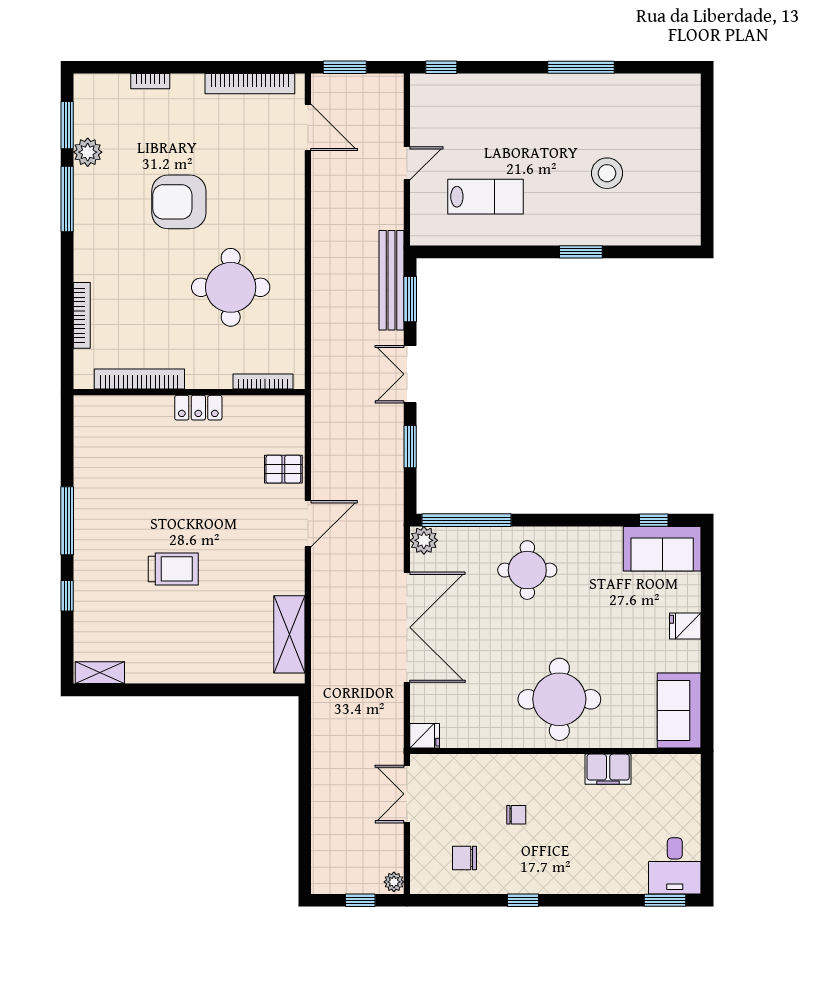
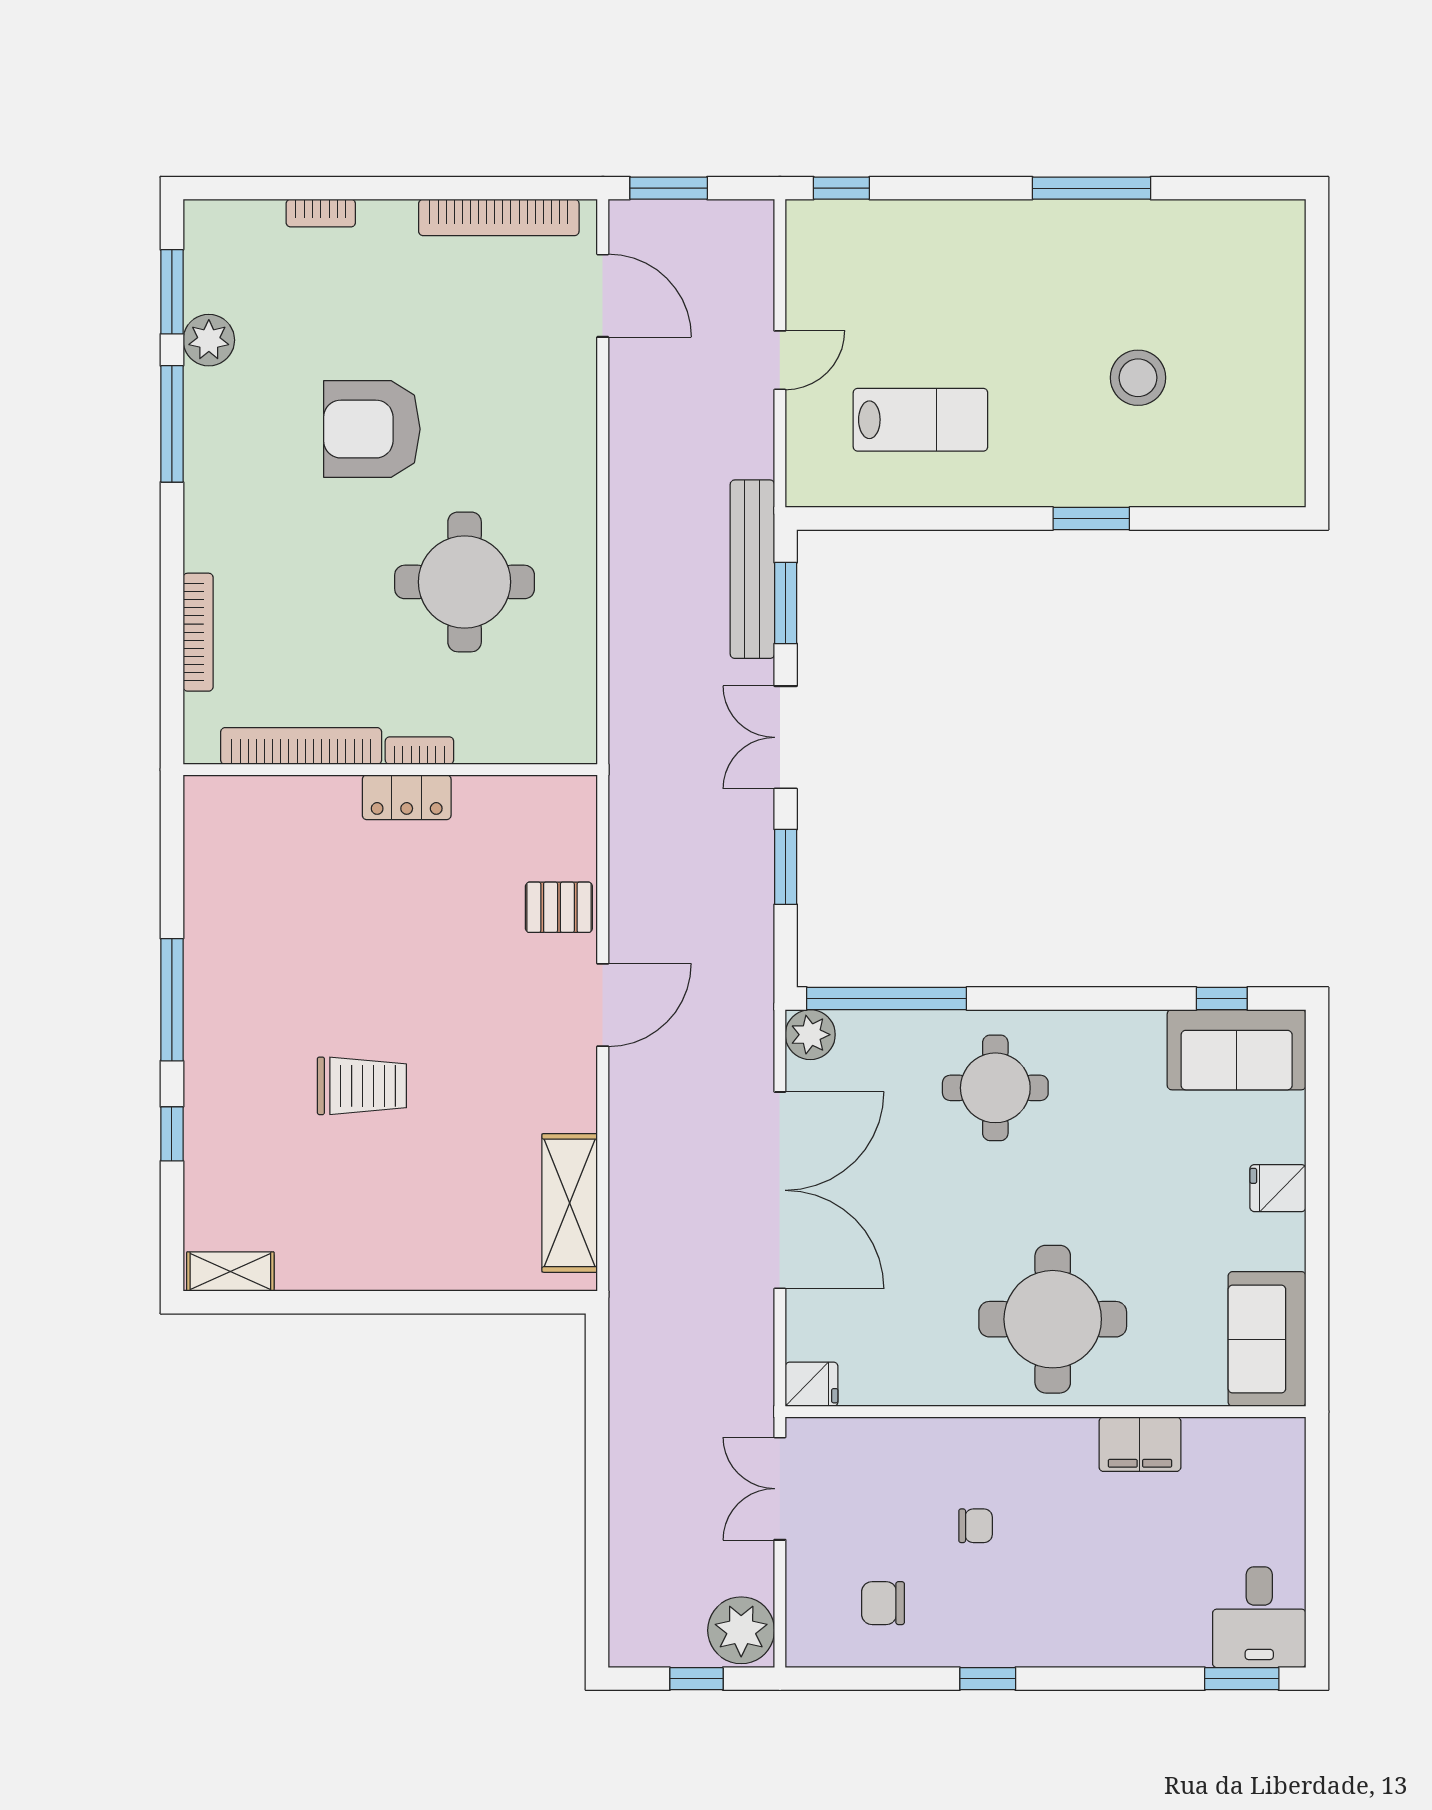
bookcase: (263, 382) -> (419, 751), moved, width x0.64
plant: (394, 882) -> (741, 1630), width x1.87, depth x1.87

